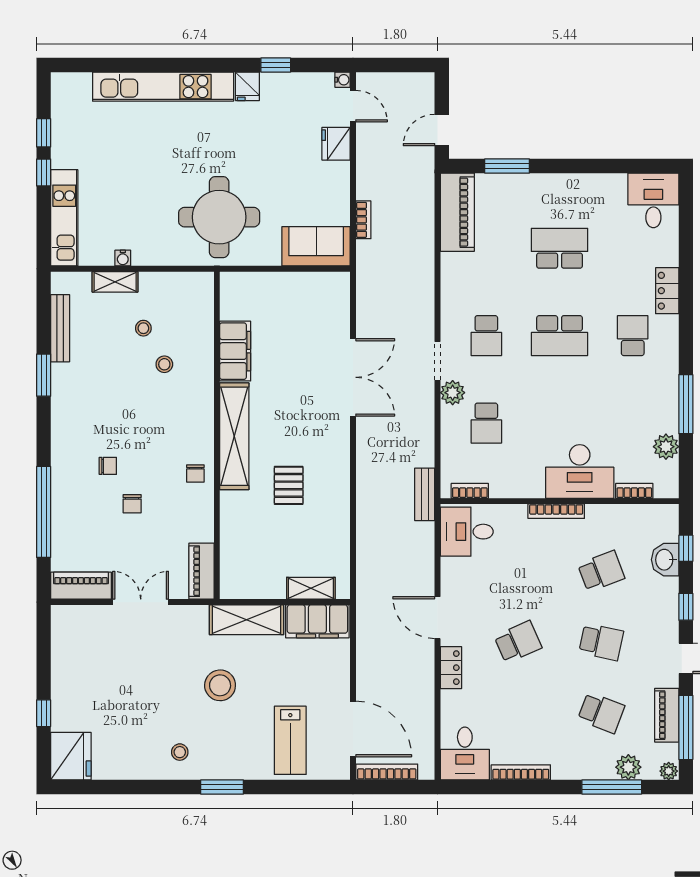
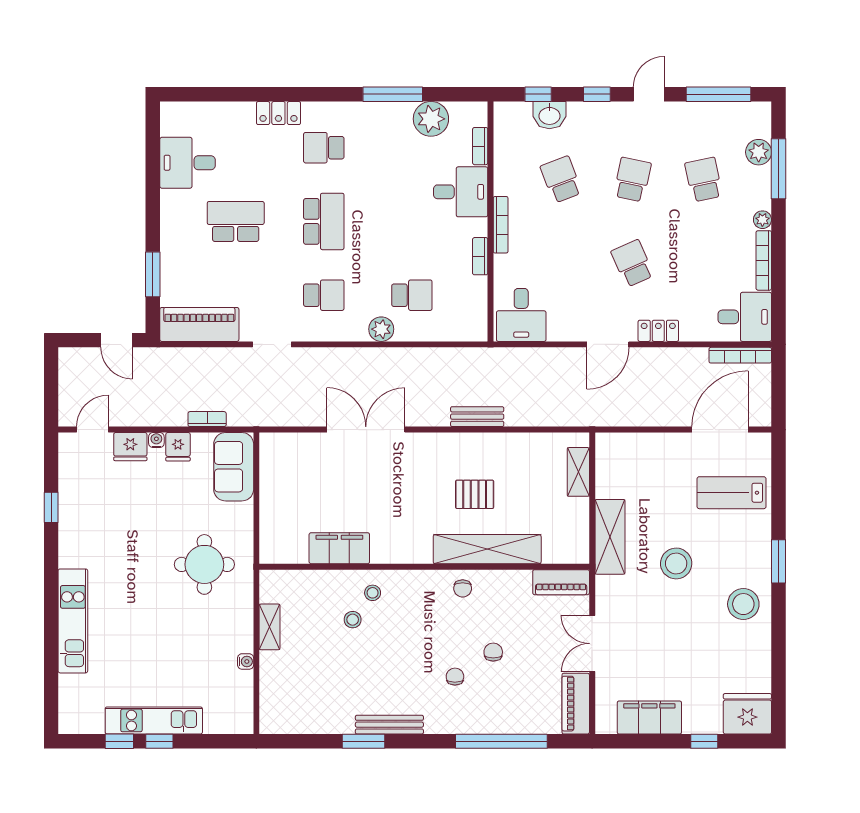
water cooler: (343, 80) -> (156, 440), moved
fridge: (247, 86) -> (178, 447), moved, turned 90
kitchen unit: (163, 87) -> (73, 621), width x0.73
desk: (653, 200) -> (187, 163), moved
round table: (219, 217) -> (204, 564), width x0.73, depth x0.73
kitchen unit: (64, 218) -> (154, 720), moved
school desk: (560, 248) -> (236, 221), turned 90
shelving: (115, 282) -> (270, 627), moved
bench: (60, 328) -> (389, 725), moved
stool: (143, 328) -> (373, 593), moved
doorway: (437, 361) -> (272, 344), moved
shelving: (234, 436) -> (487, 549), moved
plant: (666, 447) -> (431, 119), width x1.36, depth x1.36
desk: (580, 471) -> (461, 192), width x0.73
chair: (195, 473) -> (463, 588), turned 90
bookcase: (470, 491) -> (480, 256), moved
bench: (425, 494) -> (477, 417), moved
chair: (132, 504) -> (493, 652), turned -90
filing cabinet: (317, 621) -> (649, 717), moved, turned -90
school desk: (601, 713) -> (704, 179), turned -33
piano: (667, 715) -> (706, 113), removed
lab bench: (290, 740) -> (732, 493), turned 180
stool: (180, 752) -> (743, 604), width x1.89, depth x1.89
plant: (669, 771) -> (762, 220), moved
bookcase: (387, 772) -> (740, 355), moved, turned -90

